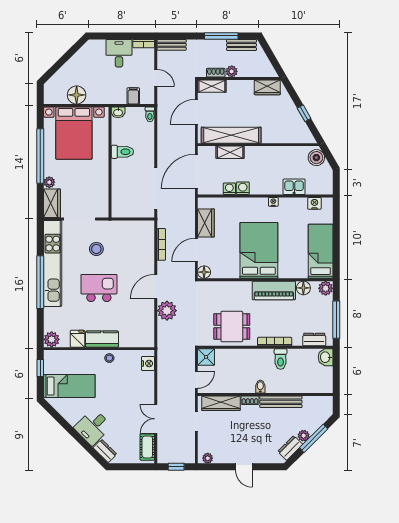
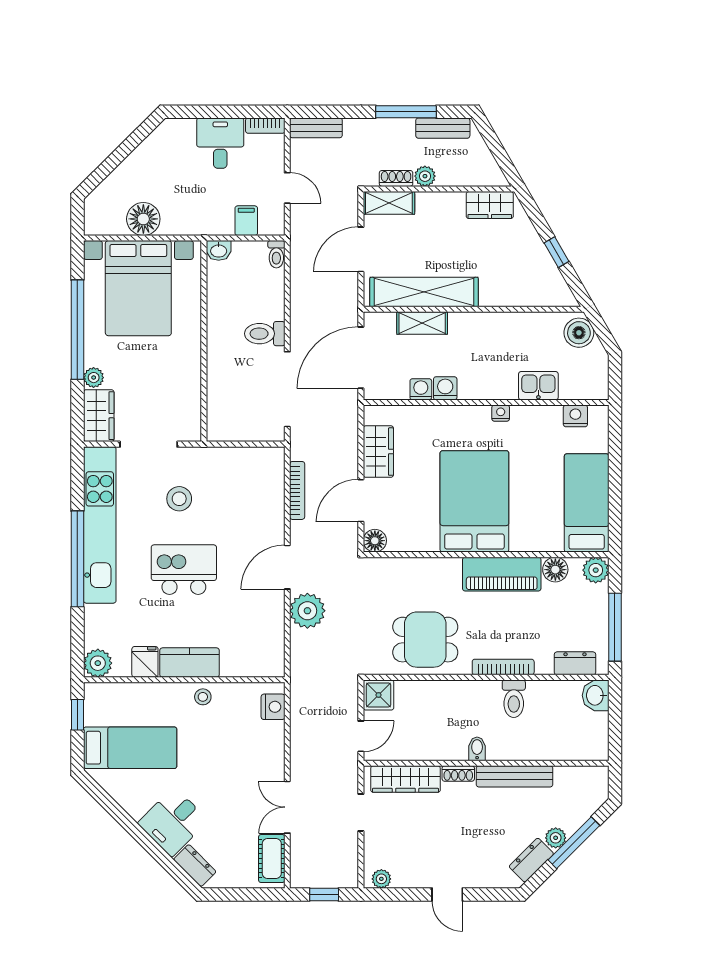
toilet: (122, 152) -> (265, 334), moved, turned 180

